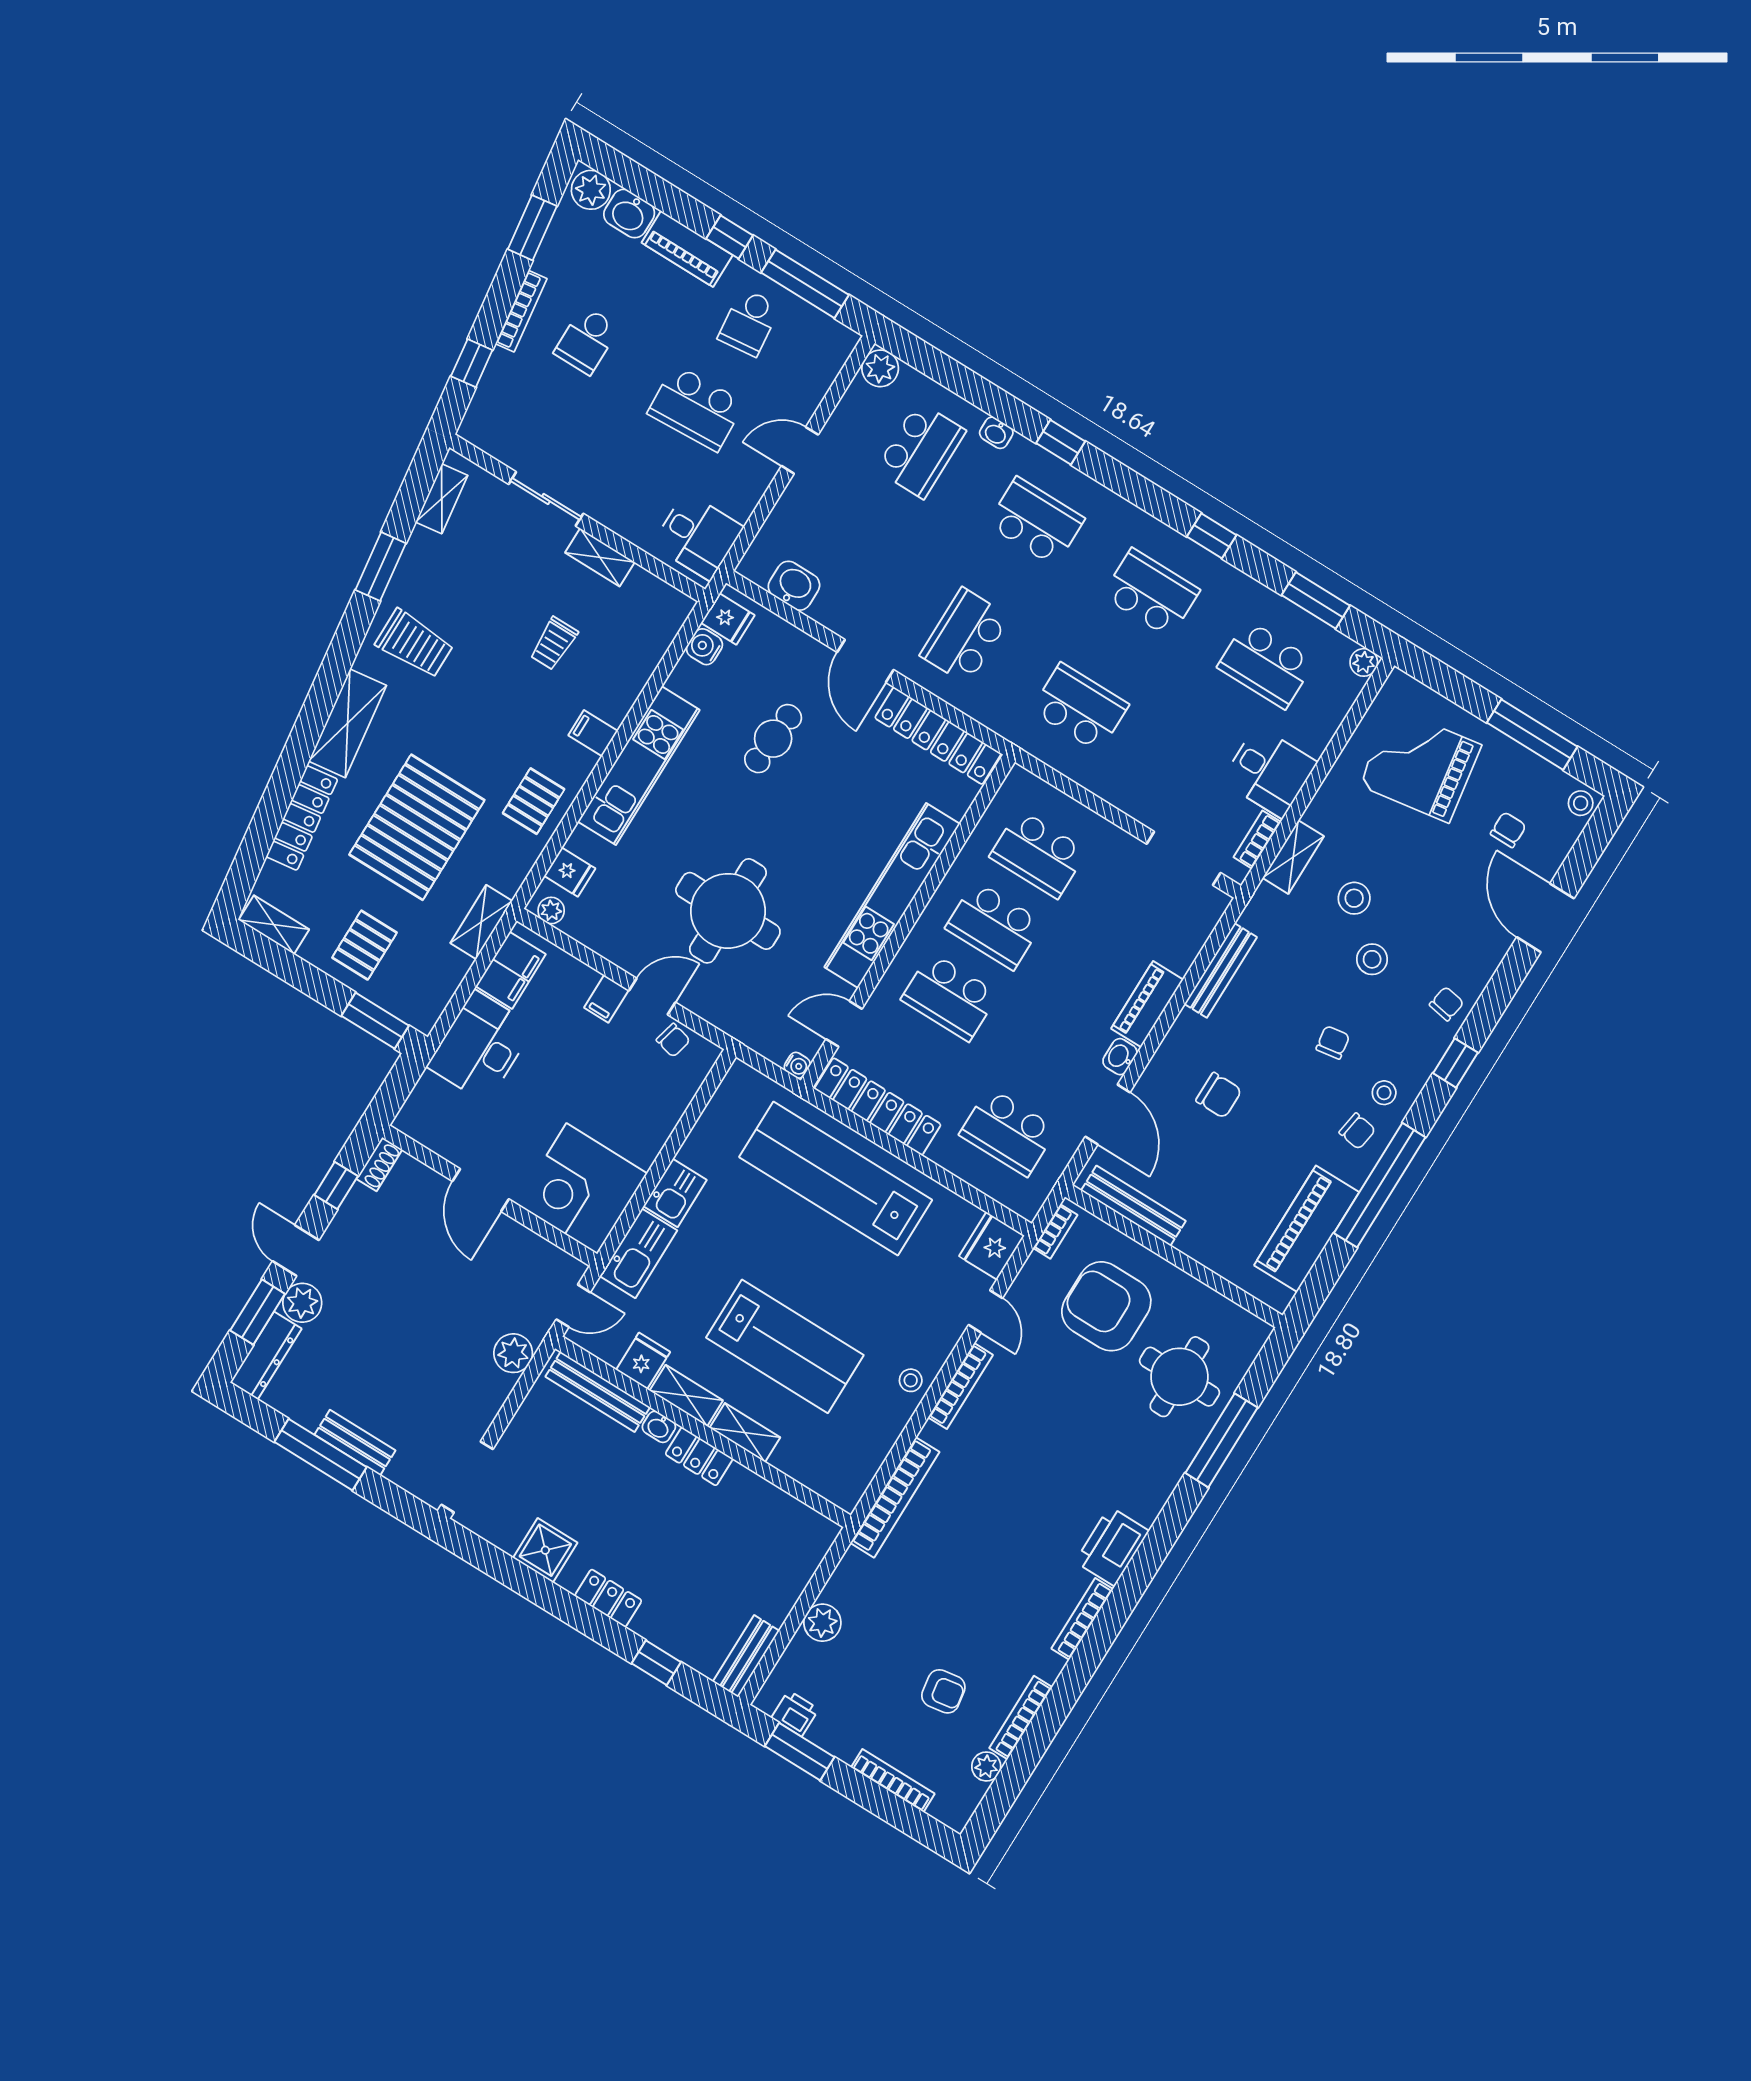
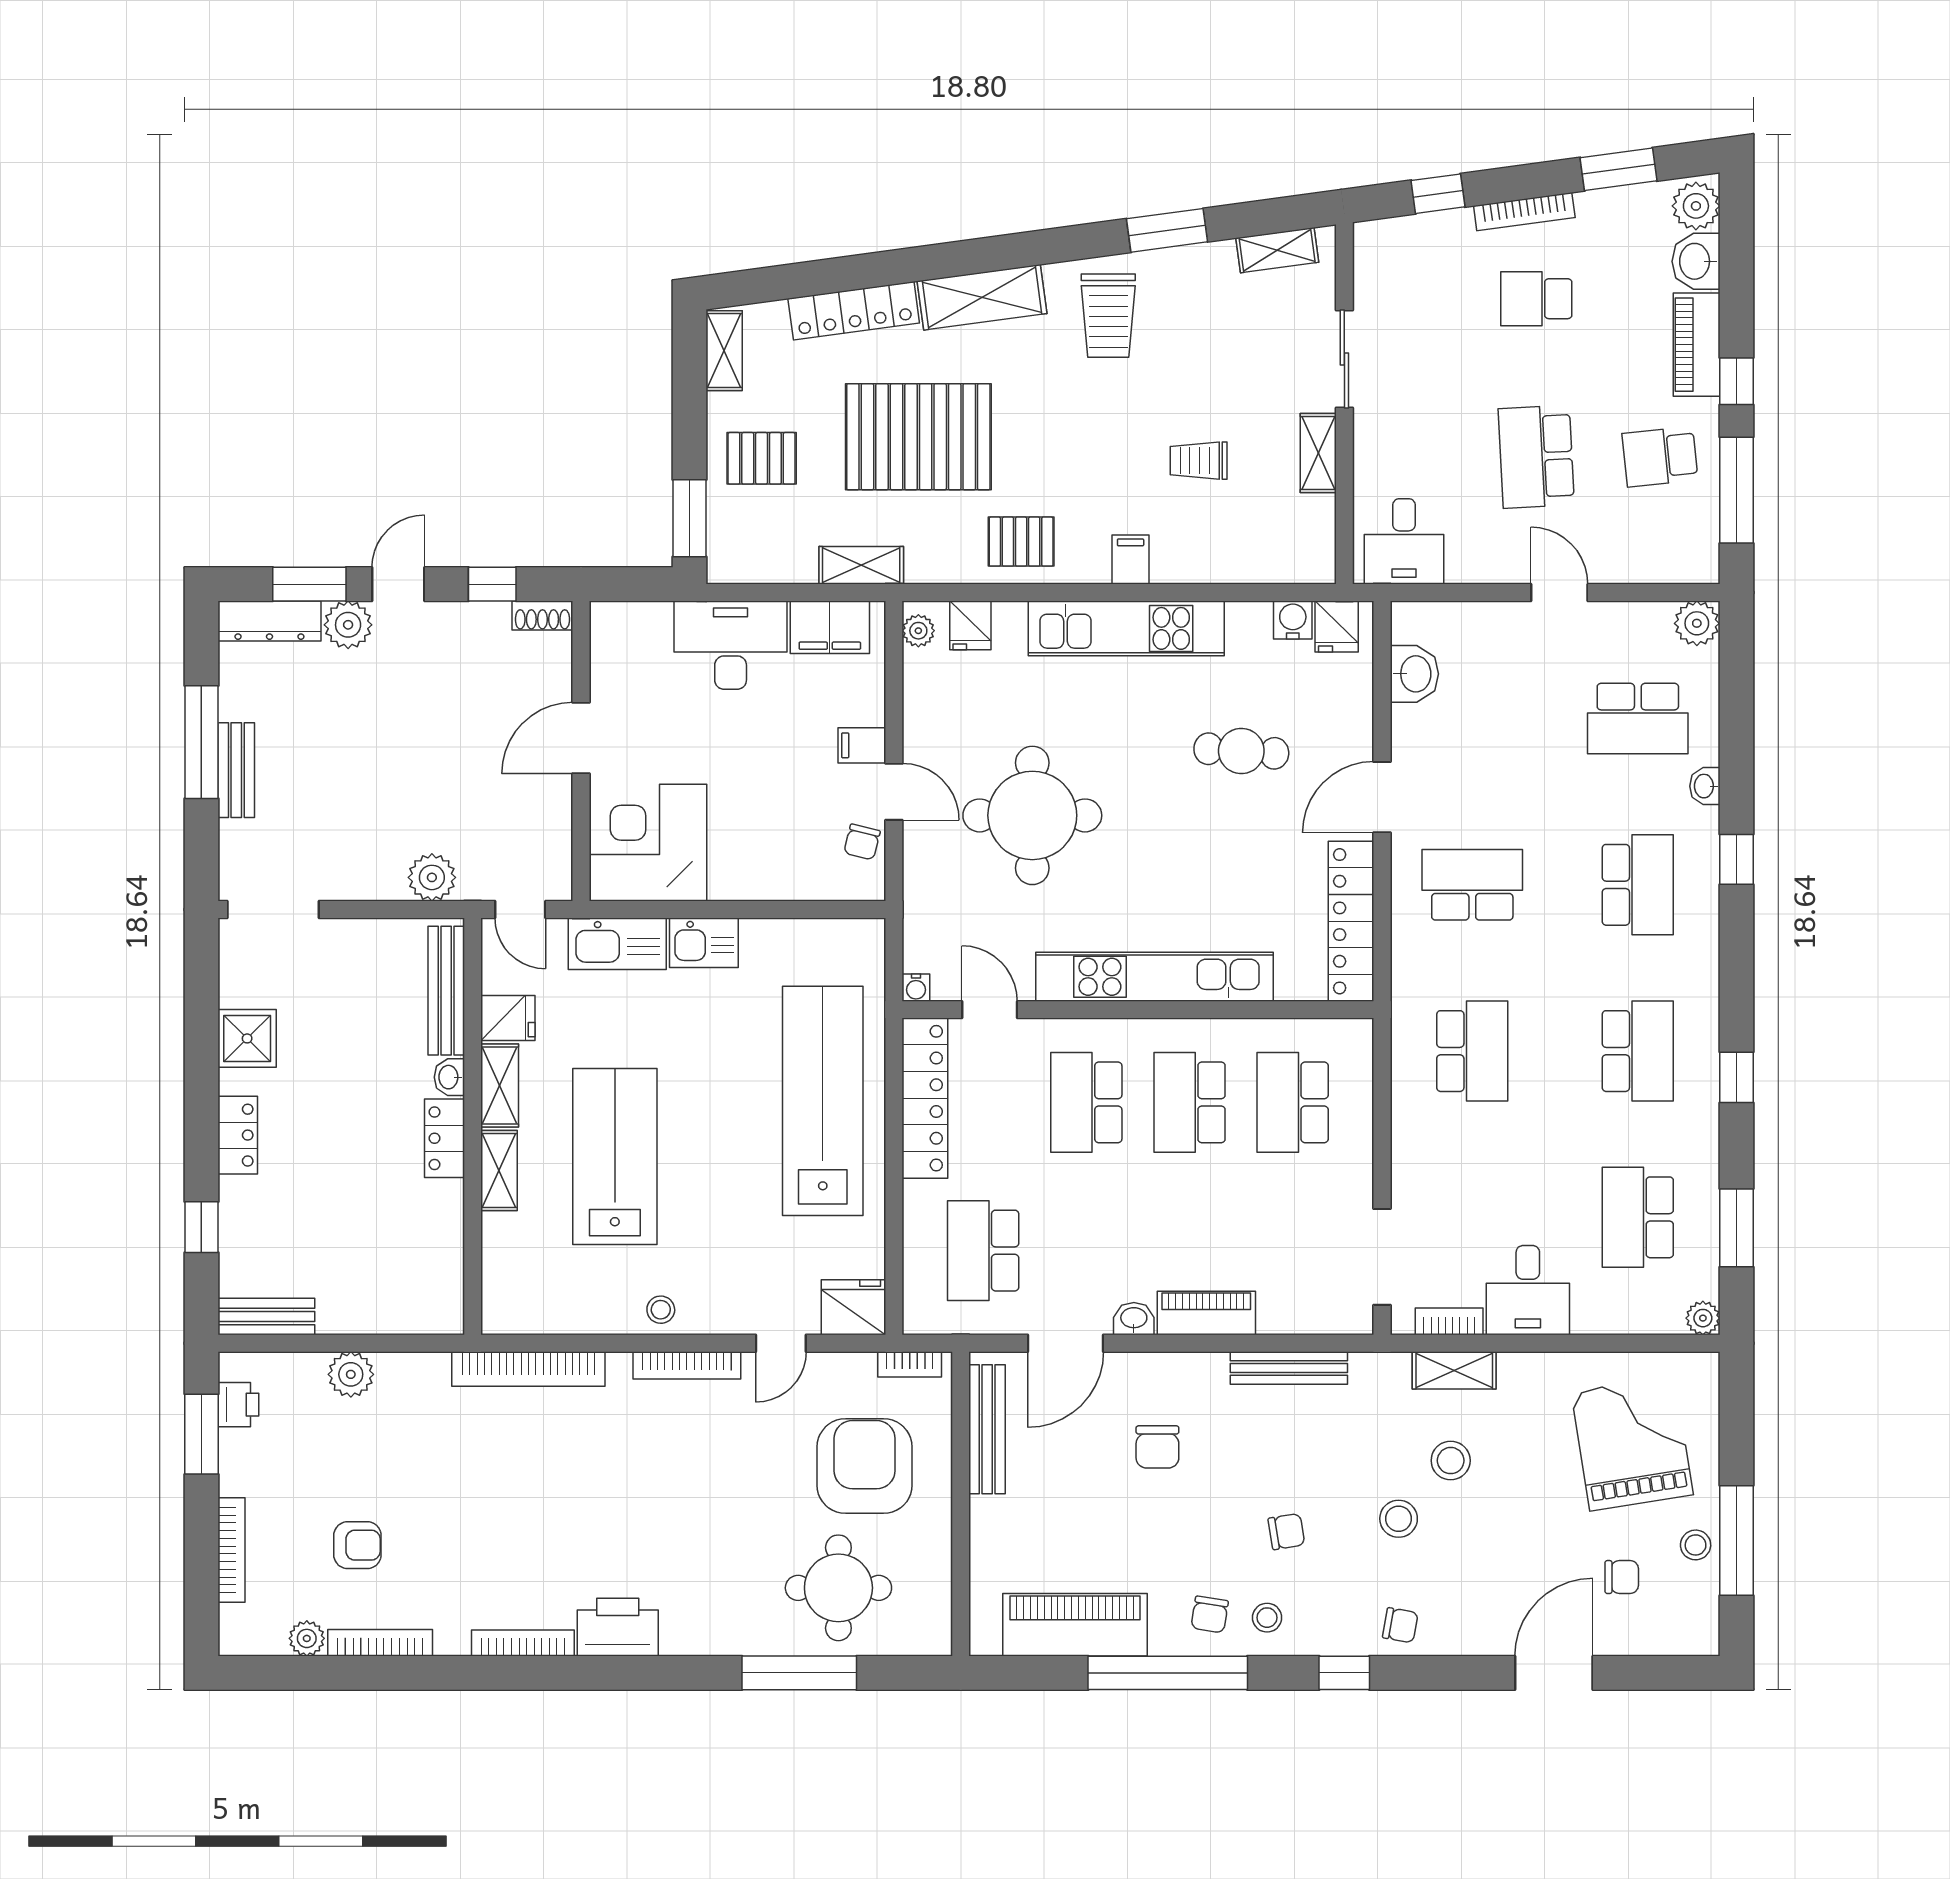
stool: (1581, 803) -> (1696, 1545), moved
lab bench: (785, 1346) -> (615, 1156), turned 180
armchair: (943, 1691) -> (357, 1545), turned -81

